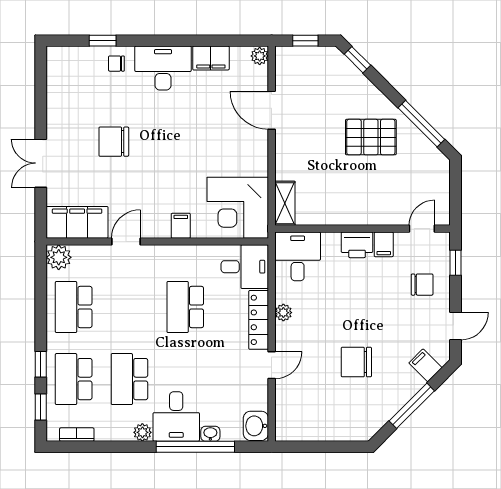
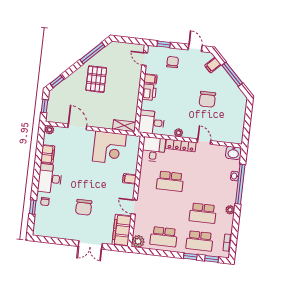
door: (272, 110) -> (77, 127), swing flipped
corner desk: (238, 208) -> (109, 148), moved
desk: (176, 416) -> (224, 192), removed

